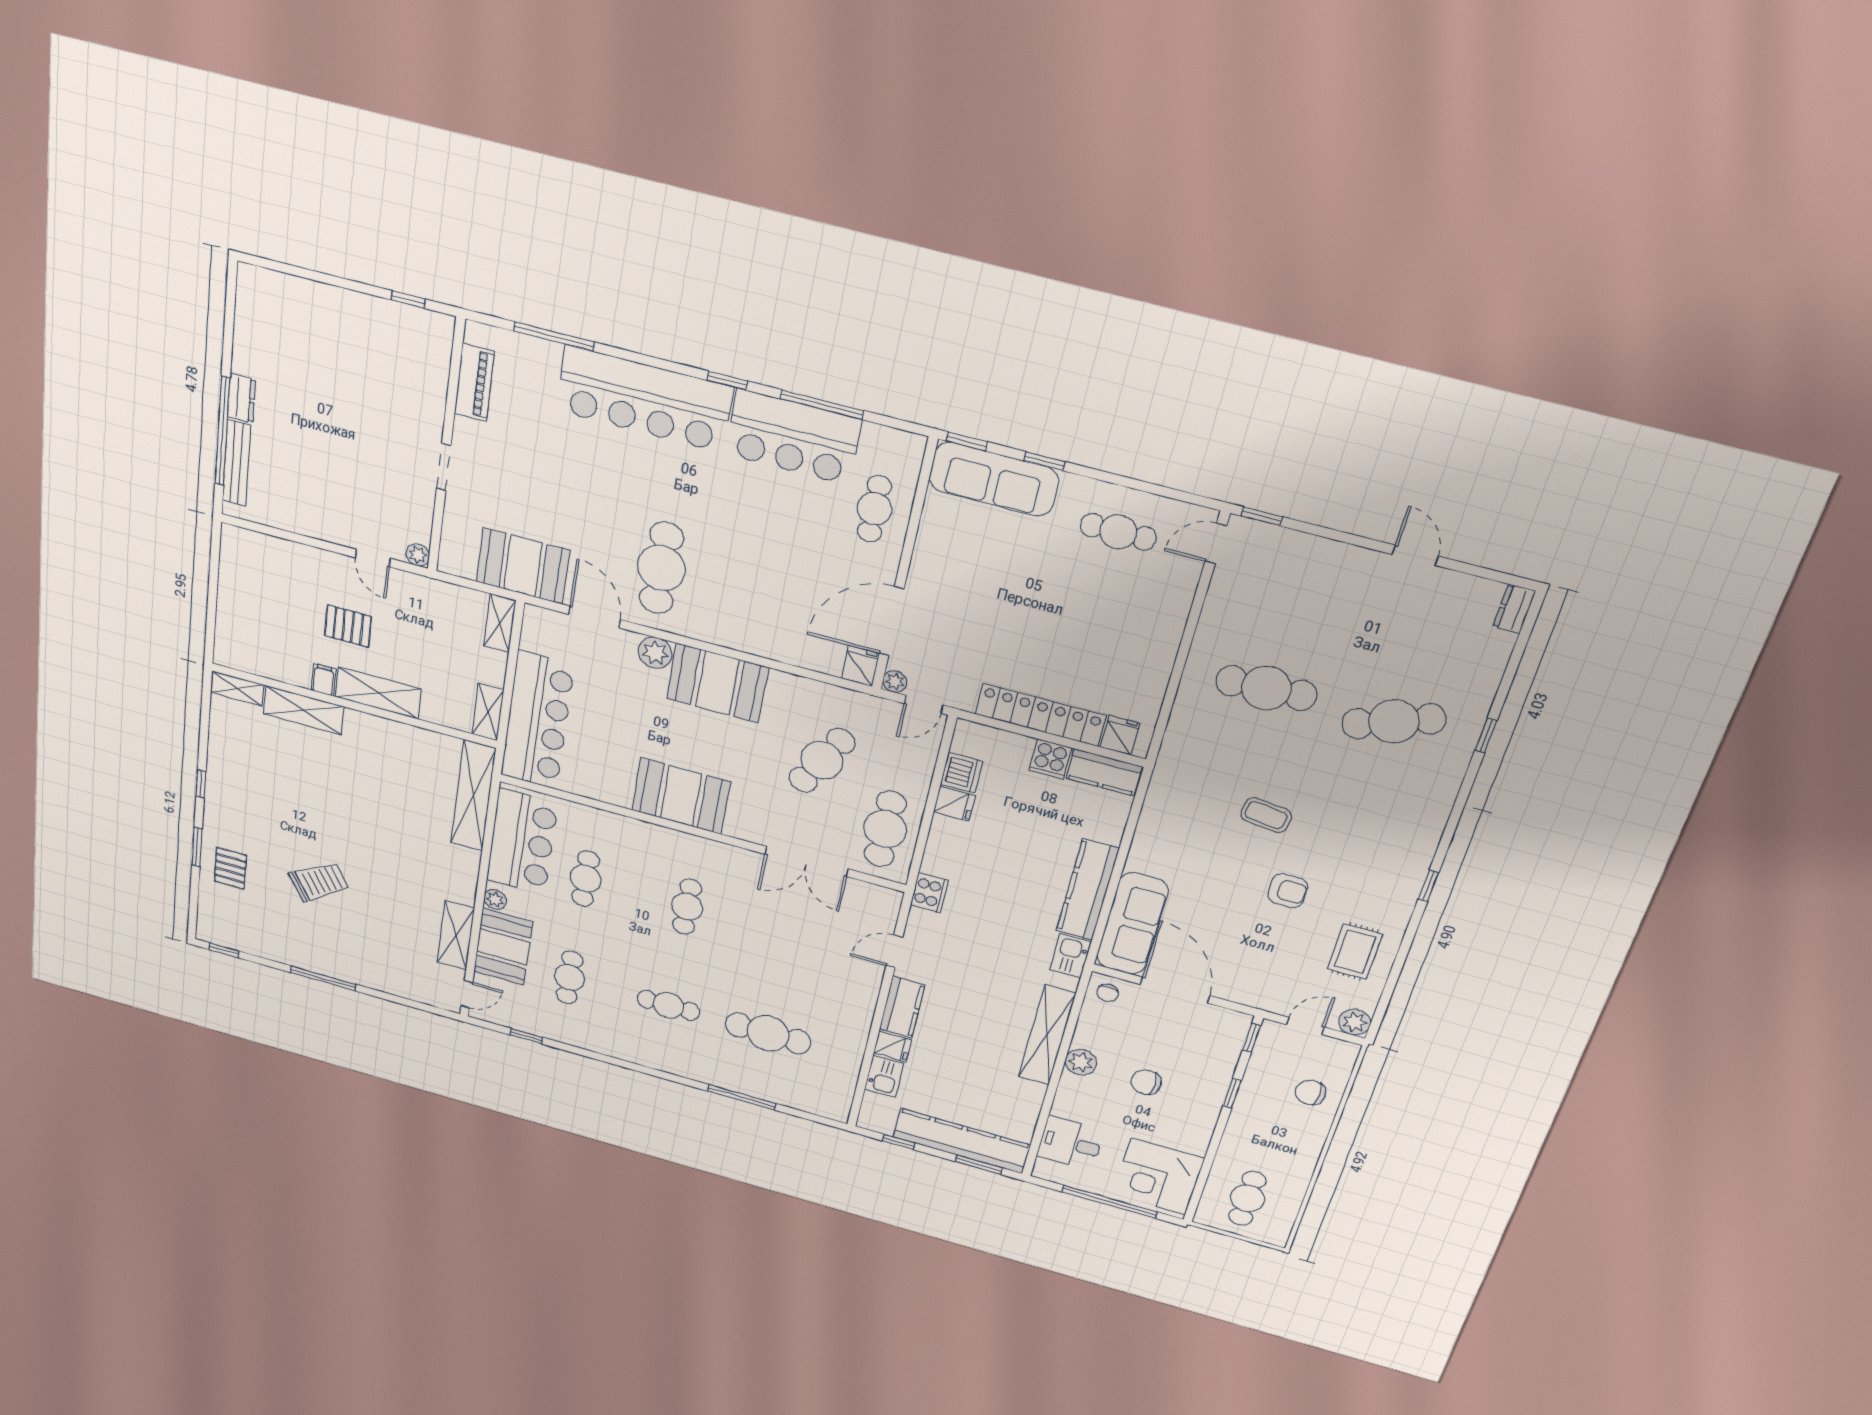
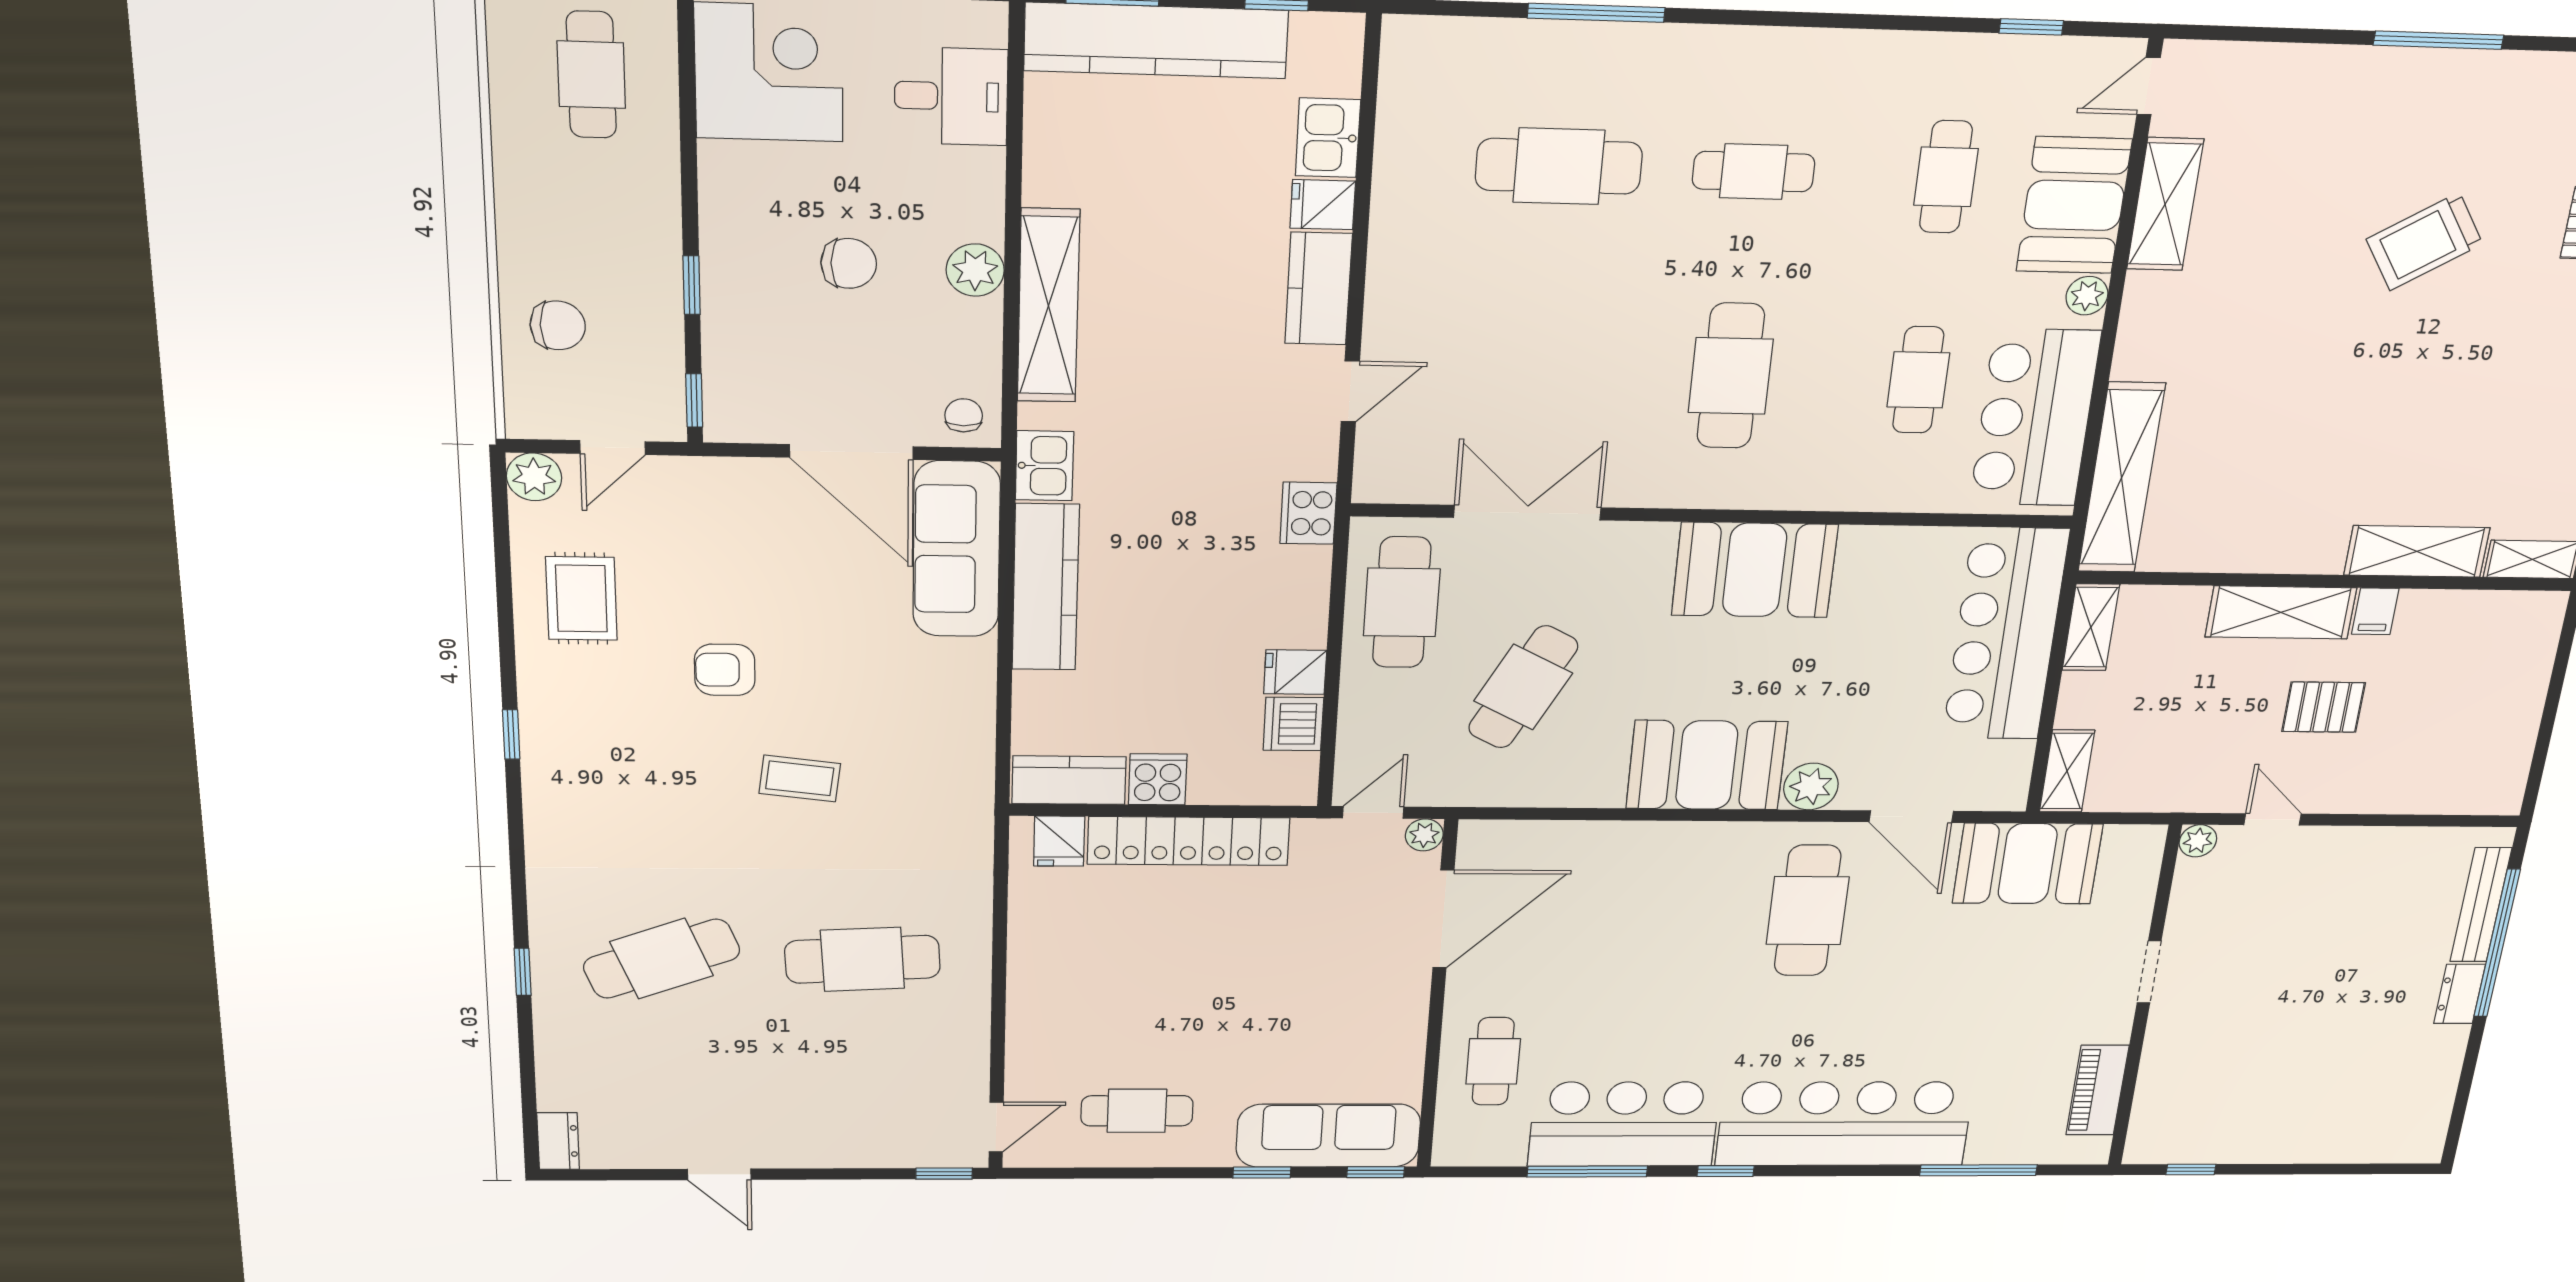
fridge: (860, 666) -> (1482, 845), removed
cafe table: (687, 907) -> (1731, 376), width x1.37, depth x1.35

